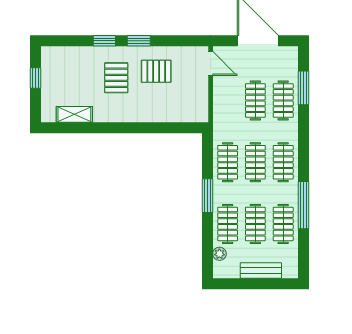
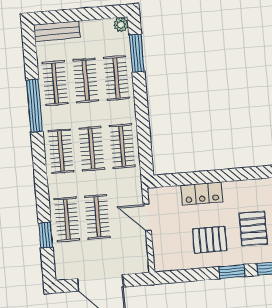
door: (211, 64) -> (147, 217), moved
window: (303, 88) -> (46, 235), width x0.67
locker: (160, 113) -> (202, 194), added
window: (207, 196) -> (137, 53), moved
plant: (219, 254) -> (121, 25), moved
bench: (261, 270) -> (57, 31), moved

